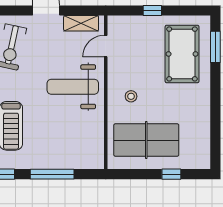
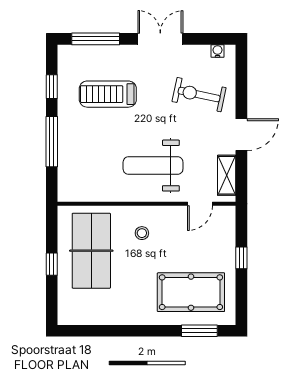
door: (106, 46) -> (200, 204), swing flipped
weight bench: (73, 87) -> (153, 166), turned -90
window: (171, 174) -> (52, 264), moved

